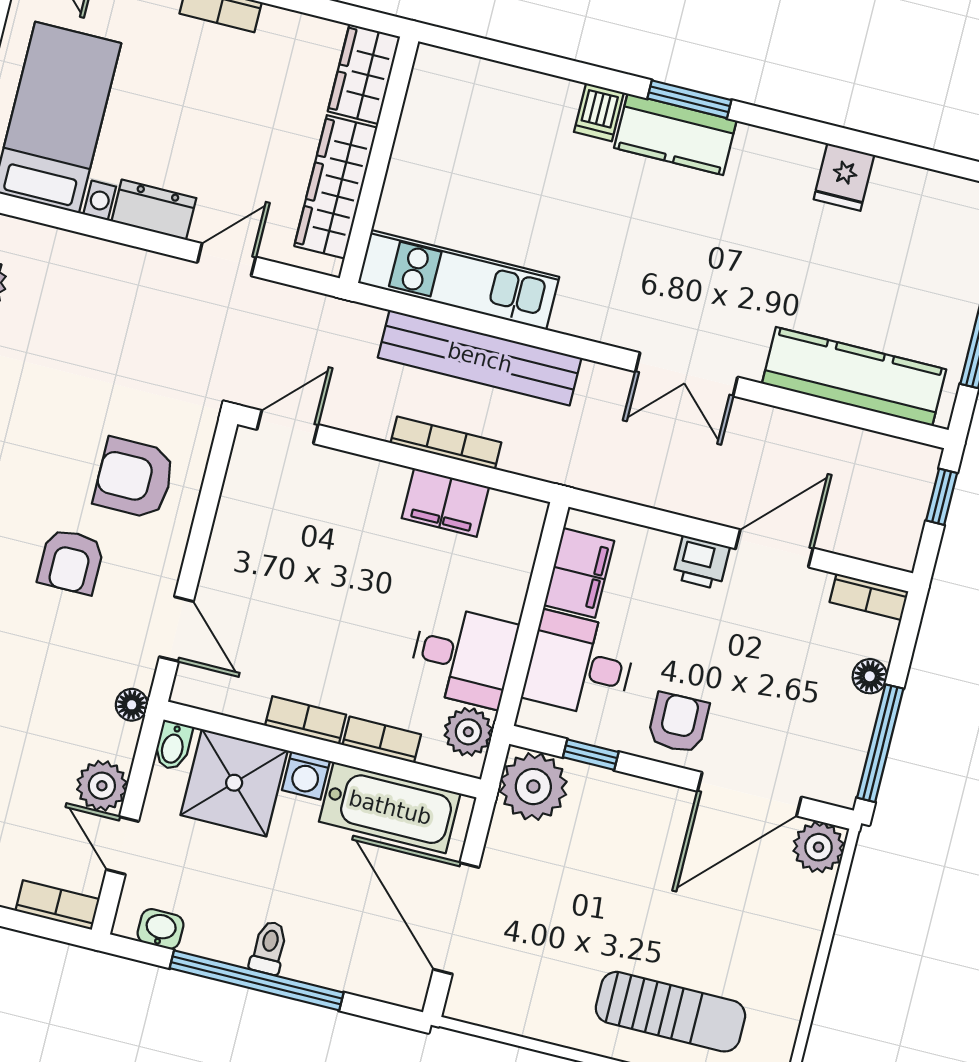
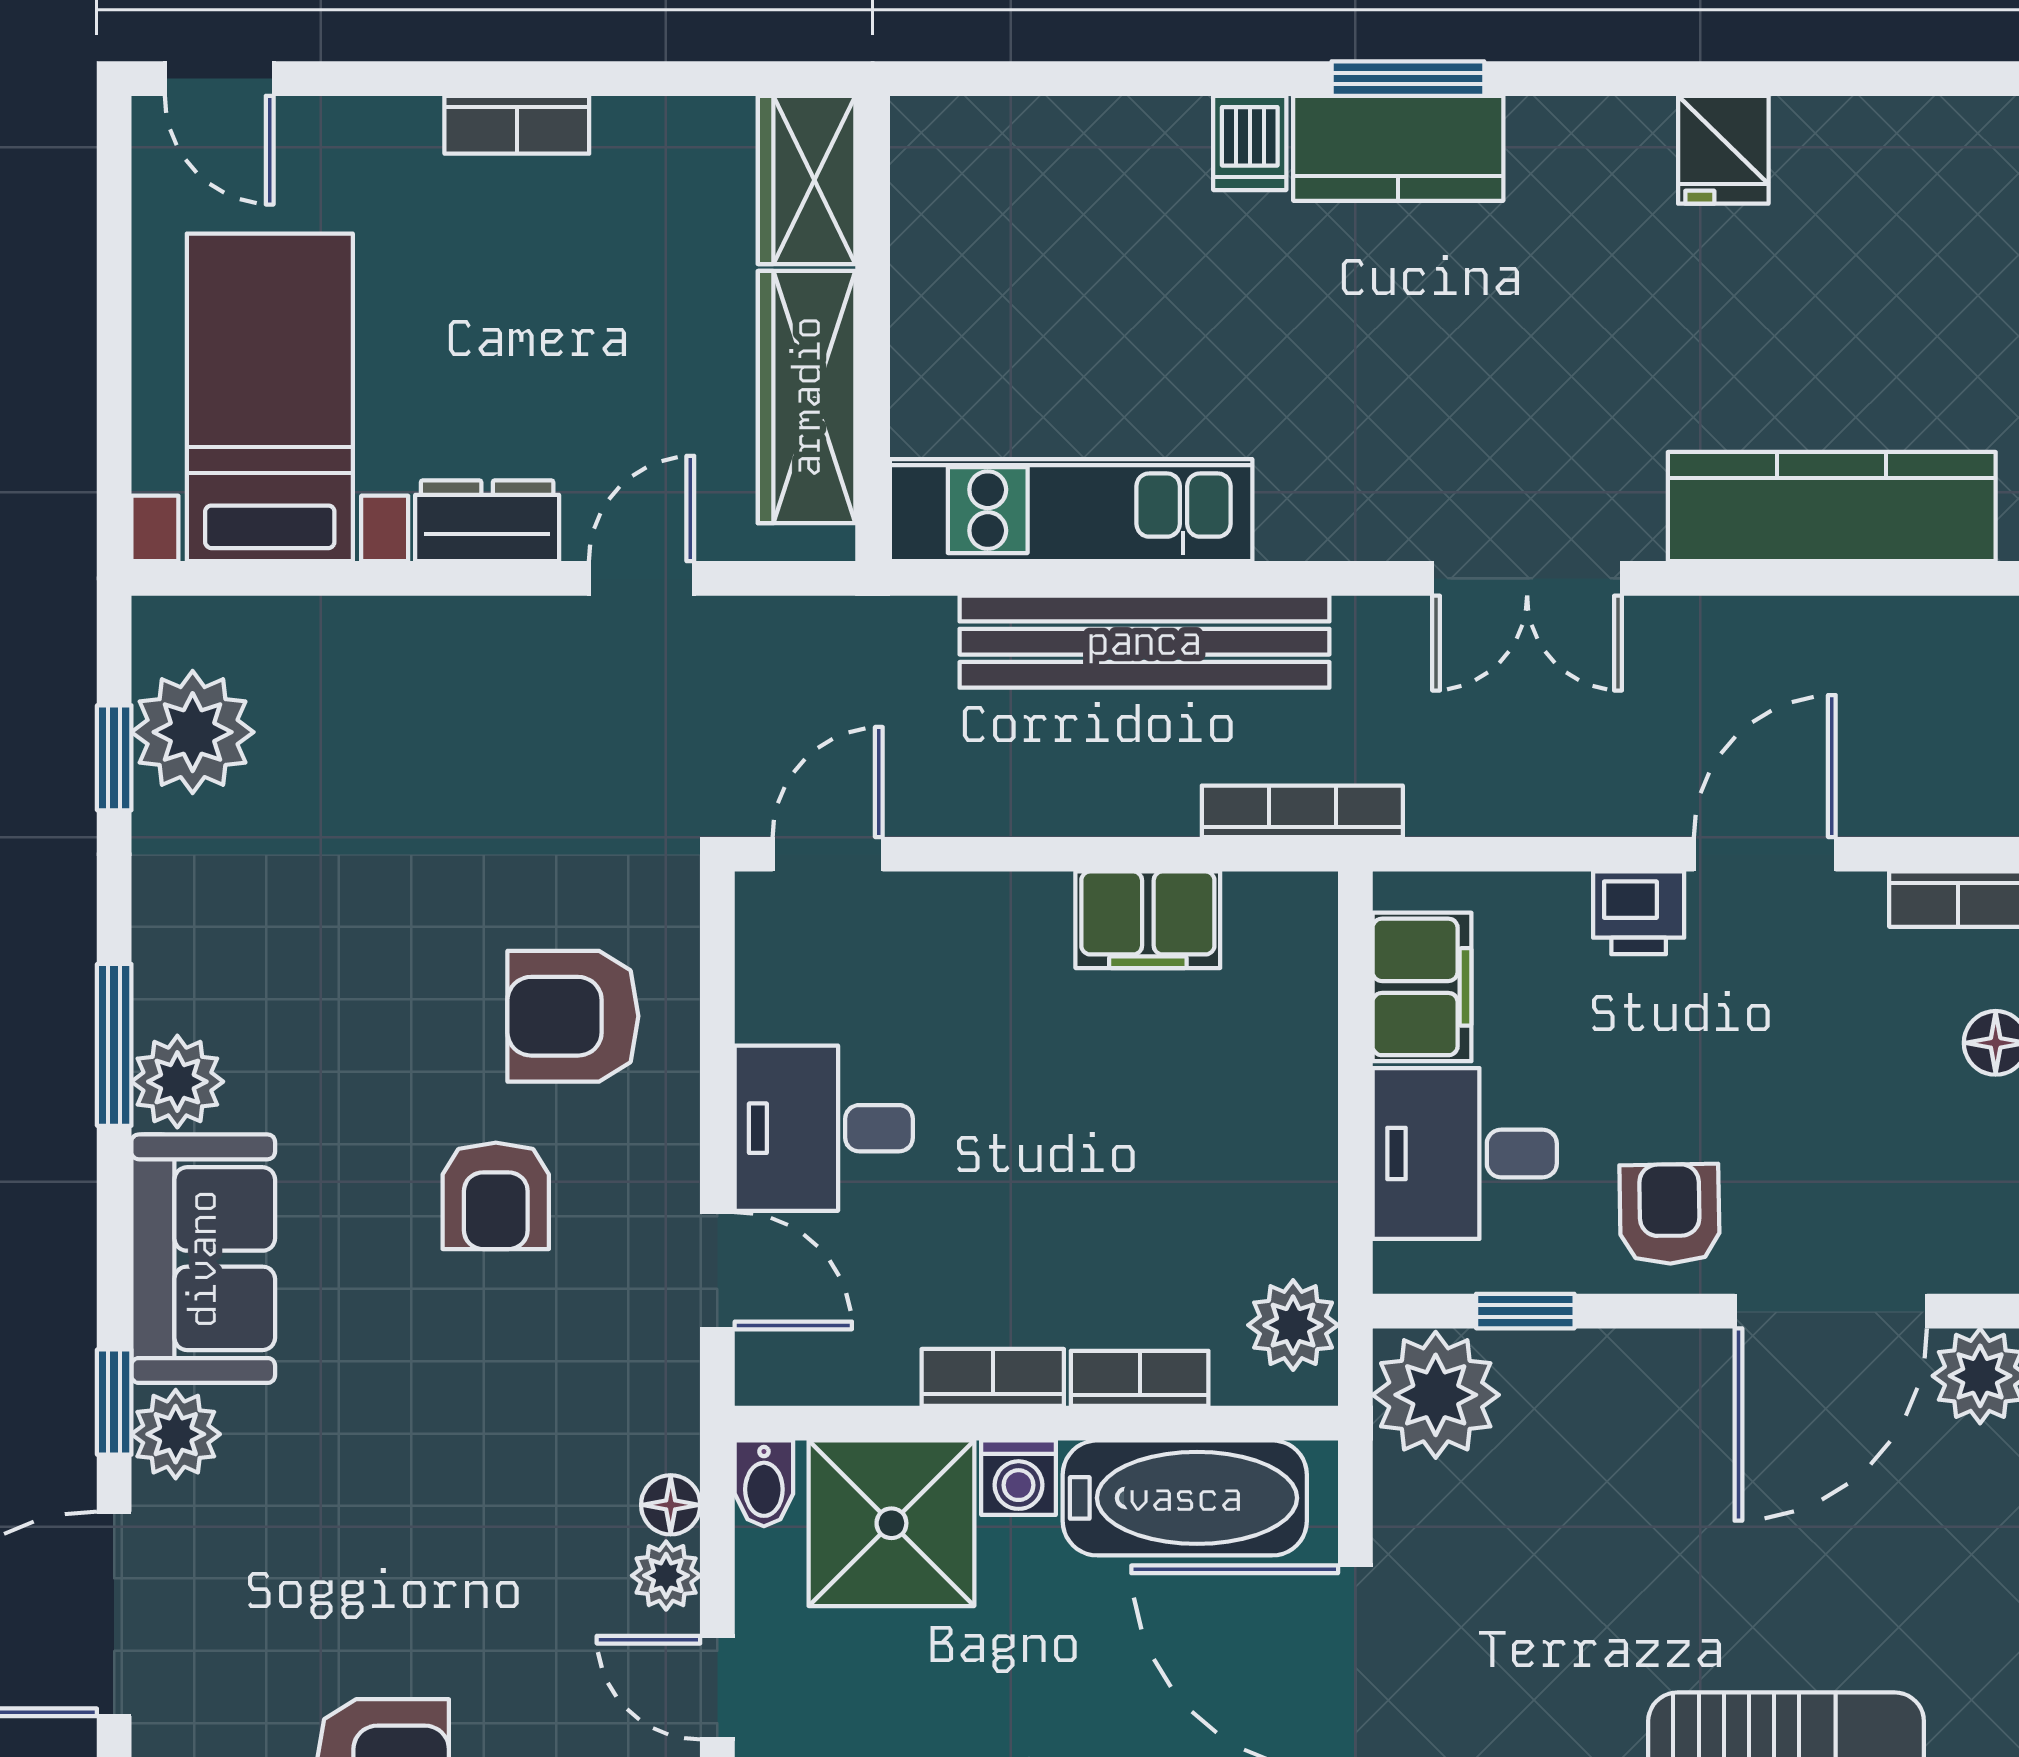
bookcase: (446, 443) -> (1302, 811), moved
desk: (463, 656) -> (824, 1128), moved, turned 180
floor lamp: (132, 705) -> (671, 1505), moved
plant: (102, 786) -> (666, 1576), width x0.73, depth x0.73

